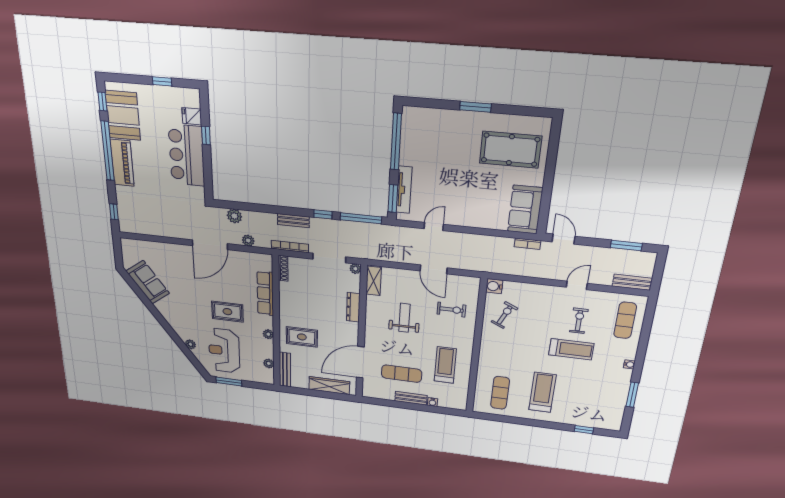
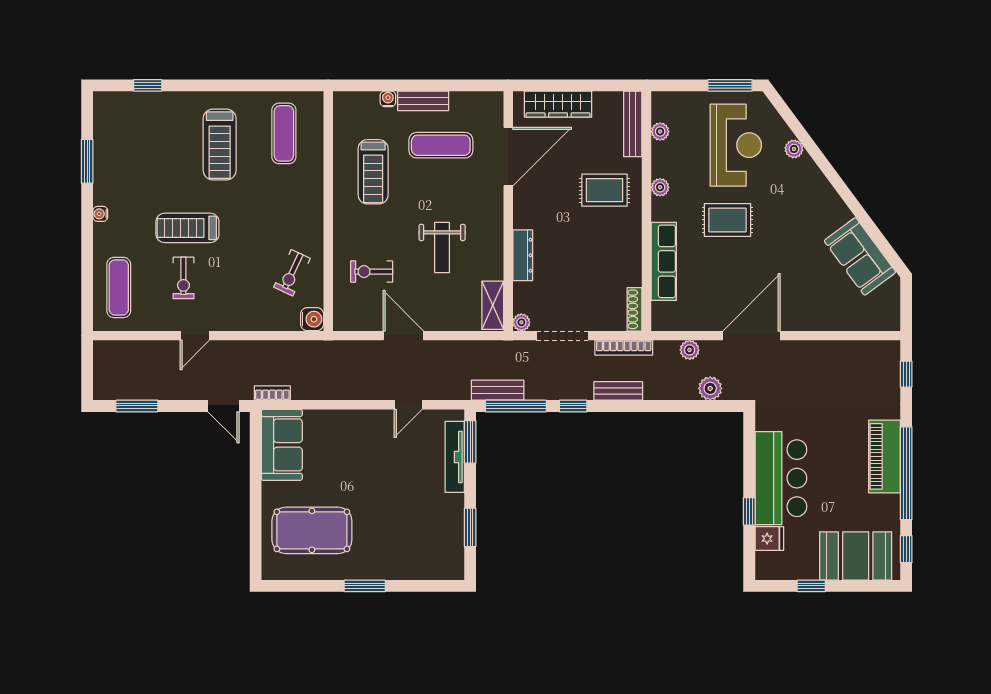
booth: (123, 115) -> (856, 556), moved, turned 90
window: (396, 142) -> (470, 527), width x0.47
bench: (632, 282) -> (498, 390), moved

